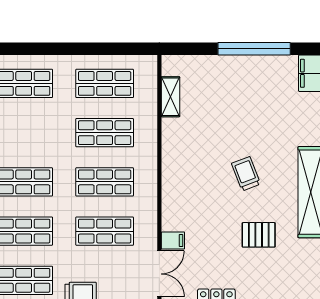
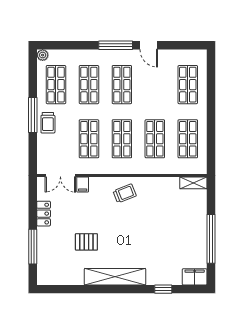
shelving: (170, 97) -> (193, 183), moved
trolley: (246, 174) -> (125, 193), moved
pallet: (259, 235) -> (86, 242), turned 90

